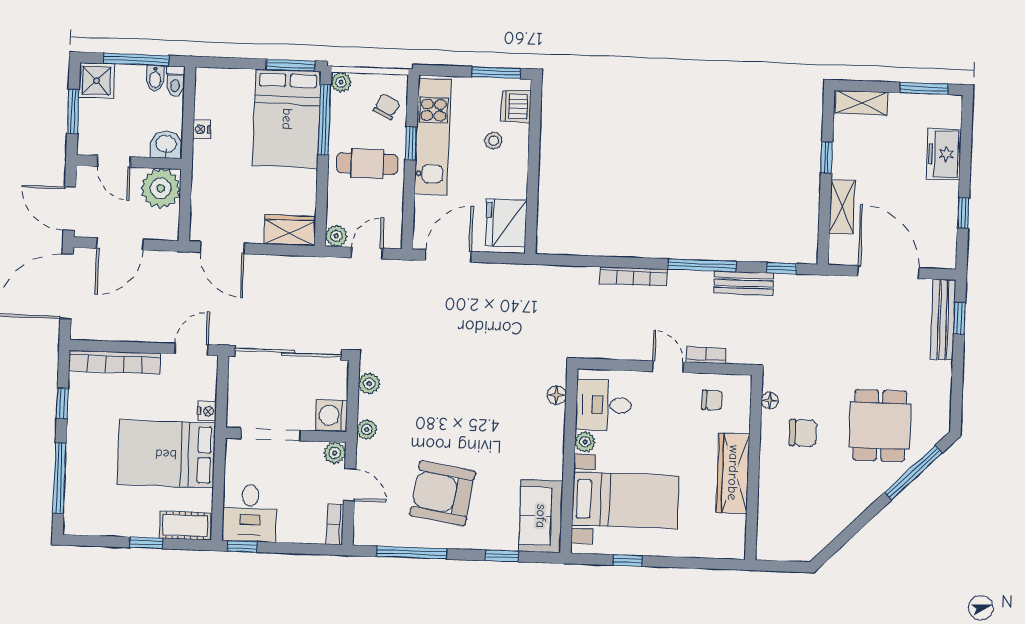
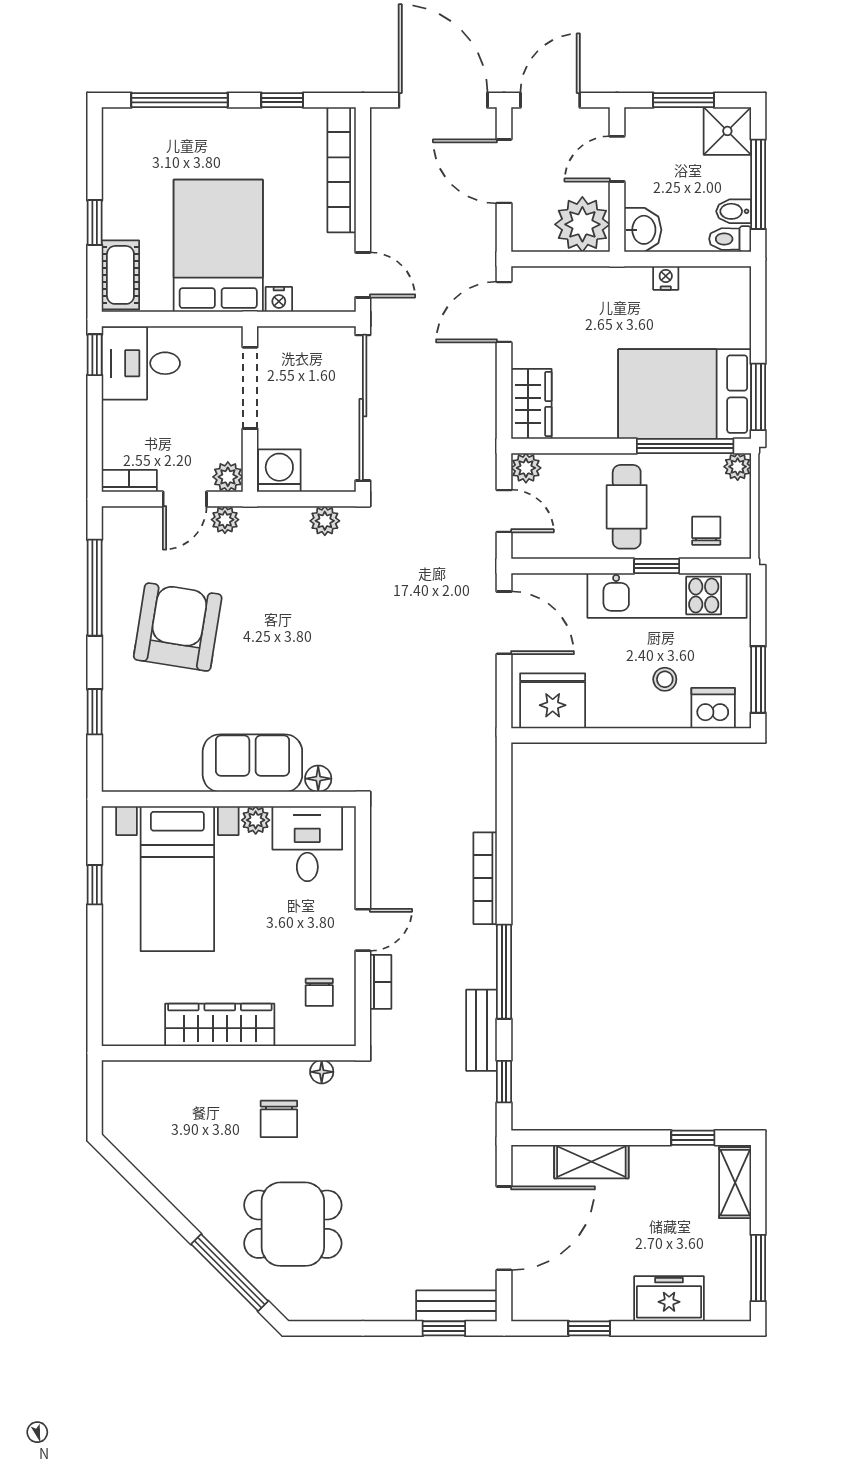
chair: (387, 106) -> (706, 531), turned -116
window: (827, 157) -> (693, 1138), moved
bench: (943, 319) -> (457, 1306), width x0.73
plant: (367, 430) -> (225, 520), moved
sofa: (541, 516) -> (252, 763), moved

